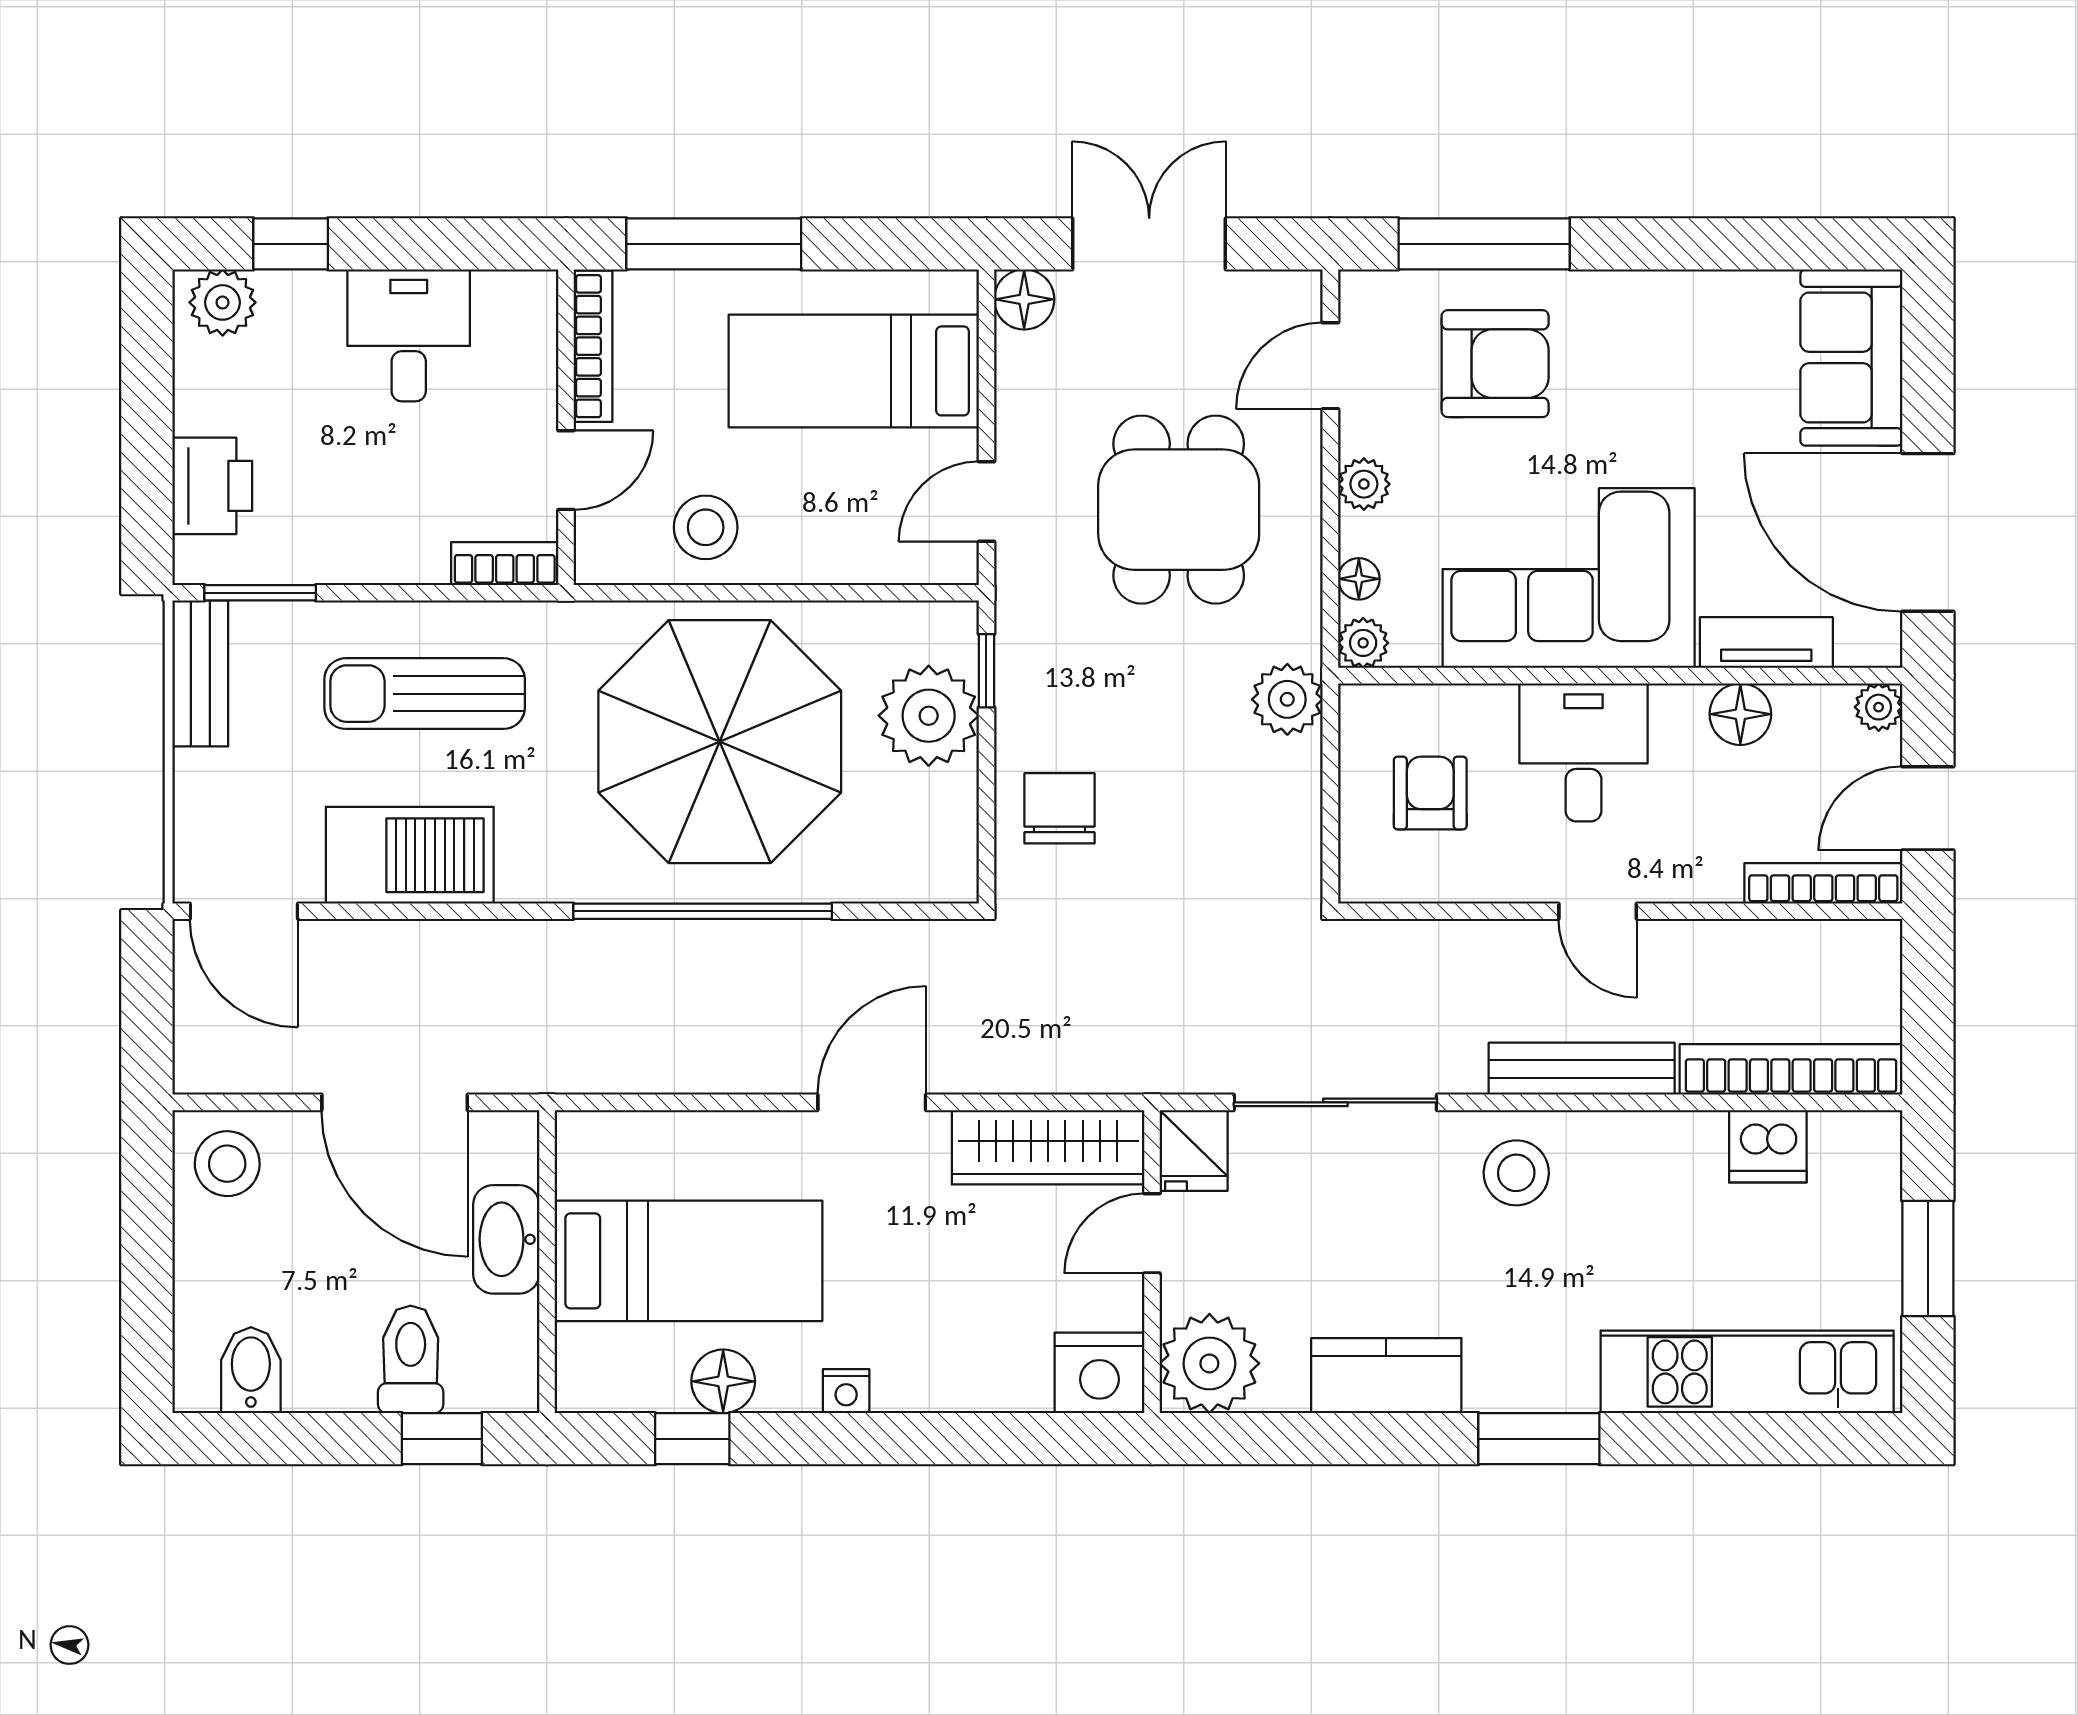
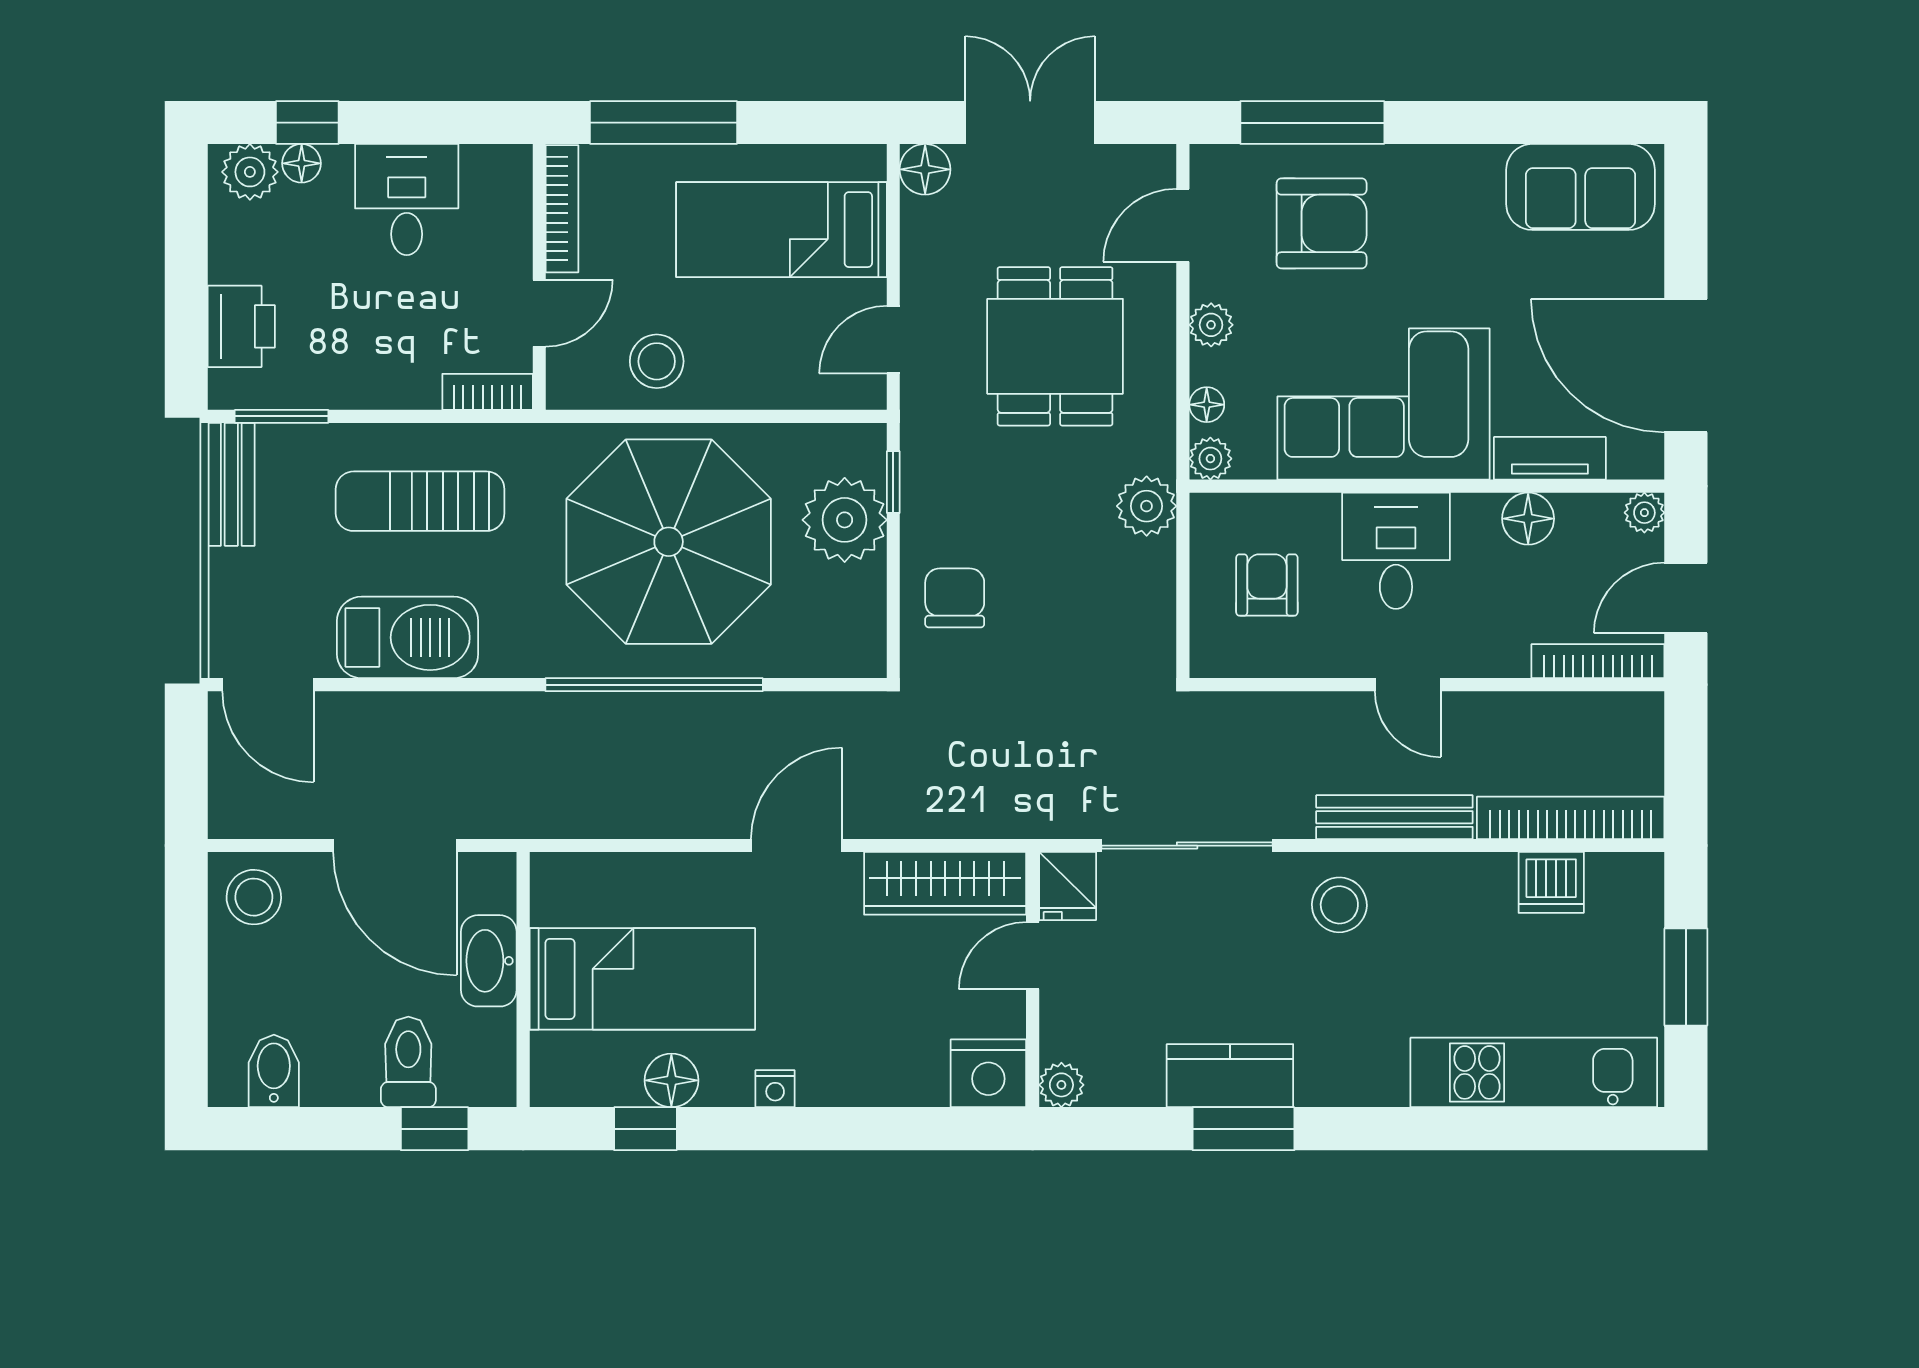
floor lamp: (284, 292) -> (302, 163), added
sofa: (1851, 358) -> (1580, 187), moved, turned -90
plant: (1209, 1363) -> (1061, 1085), width x0.53, depth x0.53
window: (1539, 1439) -> (1243, 1129), moved

